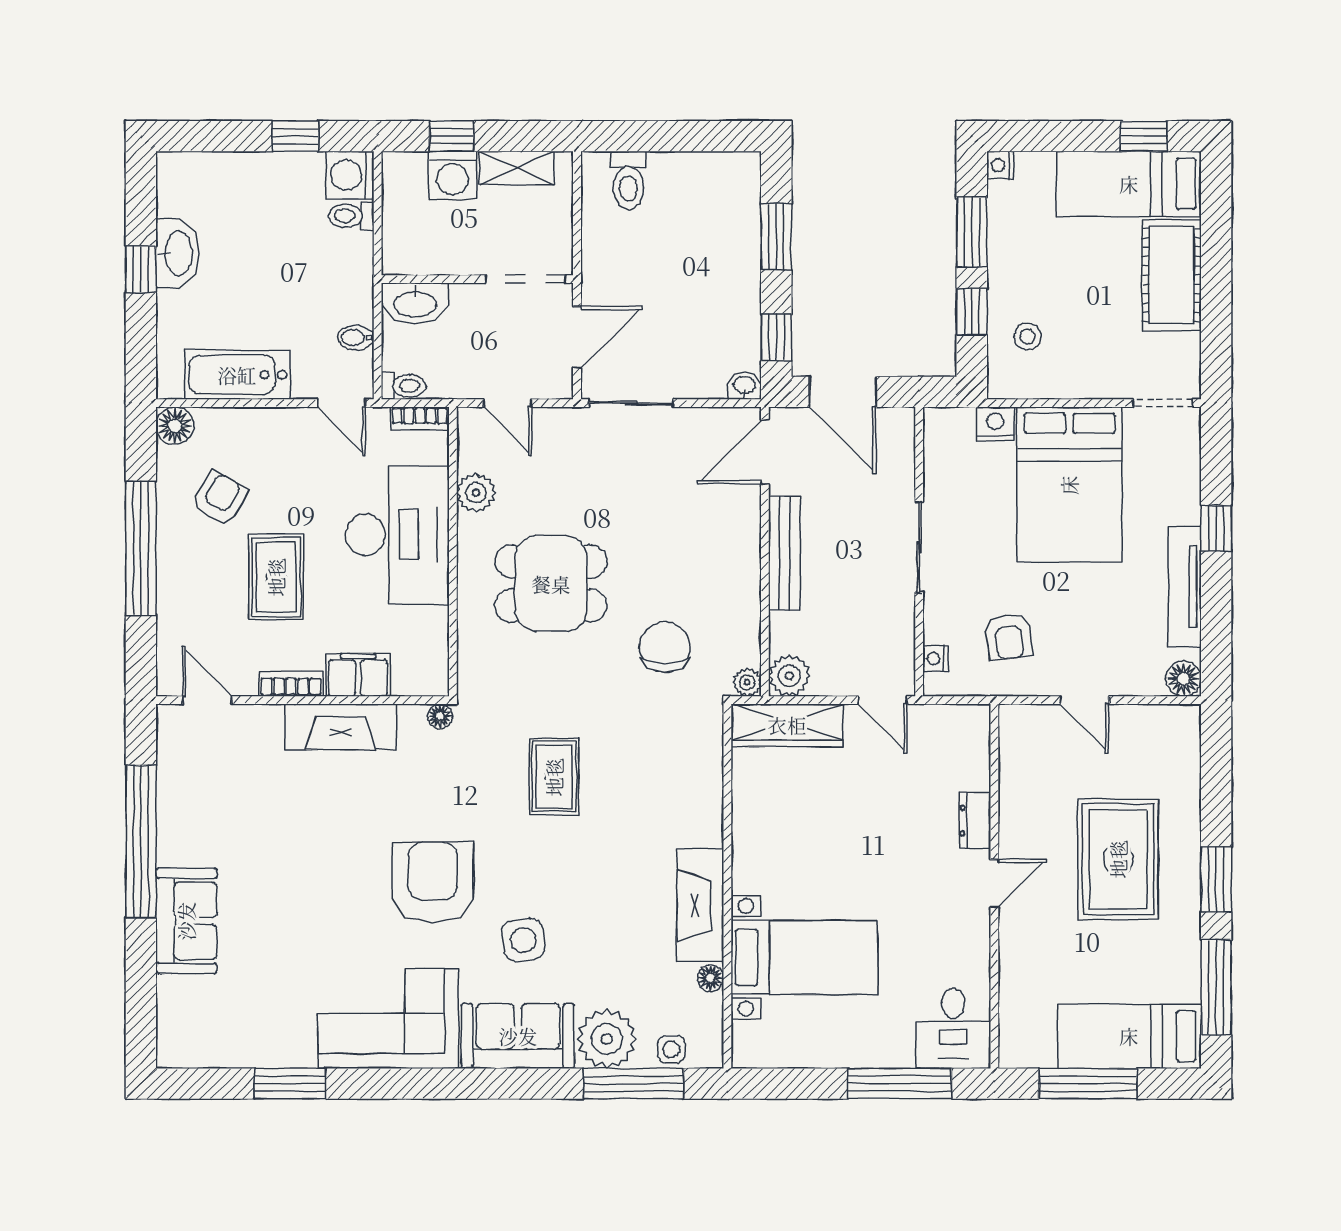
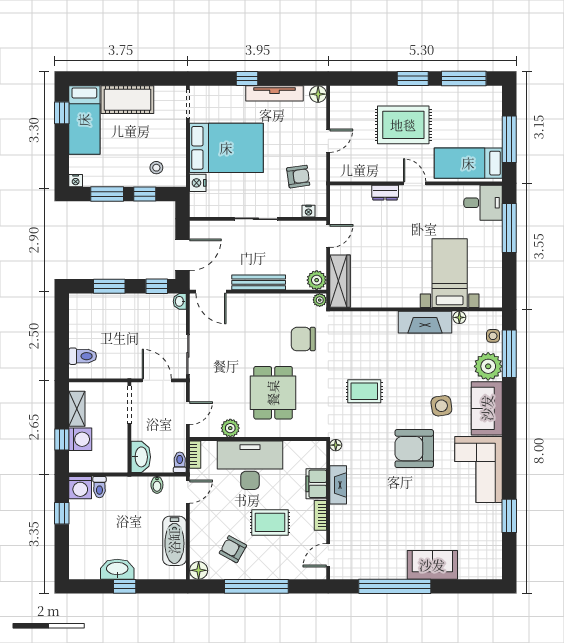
fireplace: (341, 727) -> (338, 485), width x0.73, depth x0.76
bed: (1129, 1036) -> (468, 163), moved, turned 90

